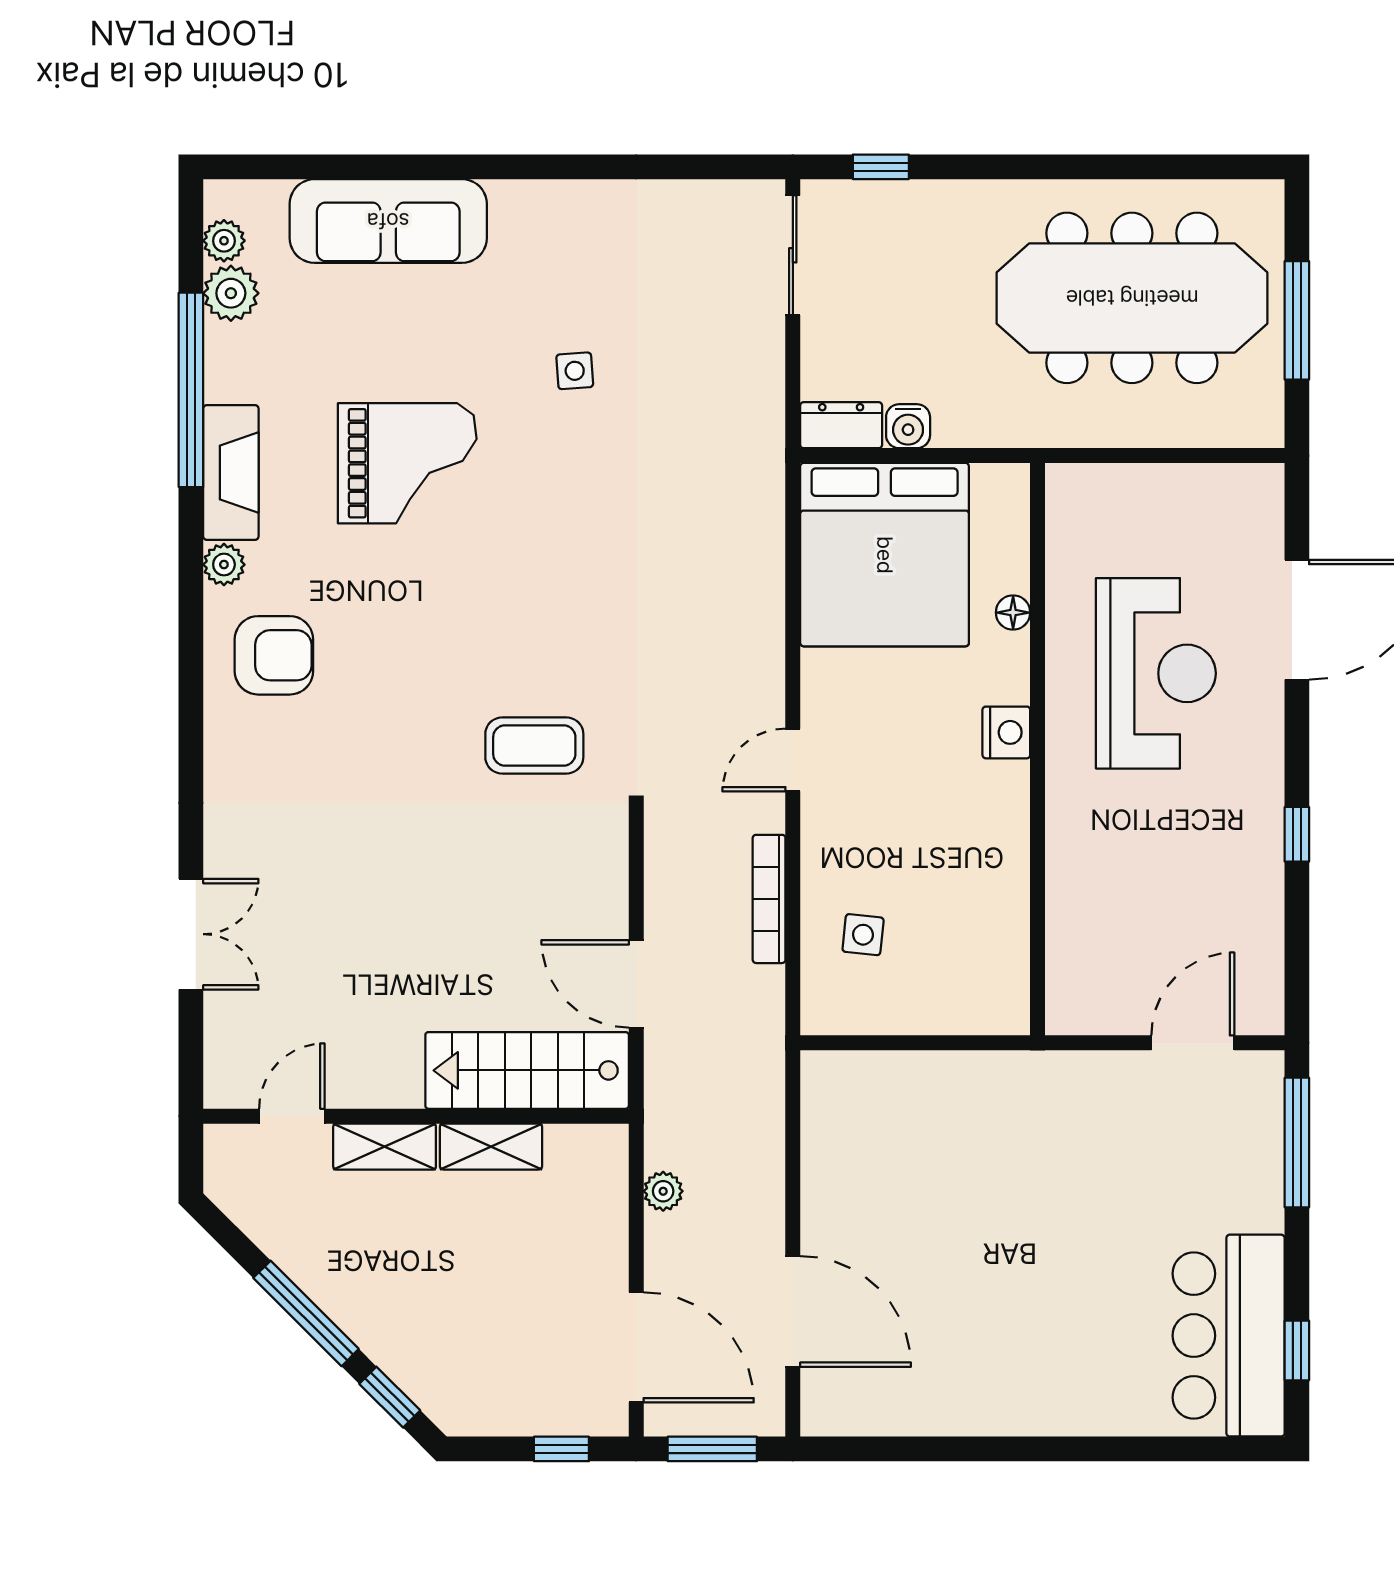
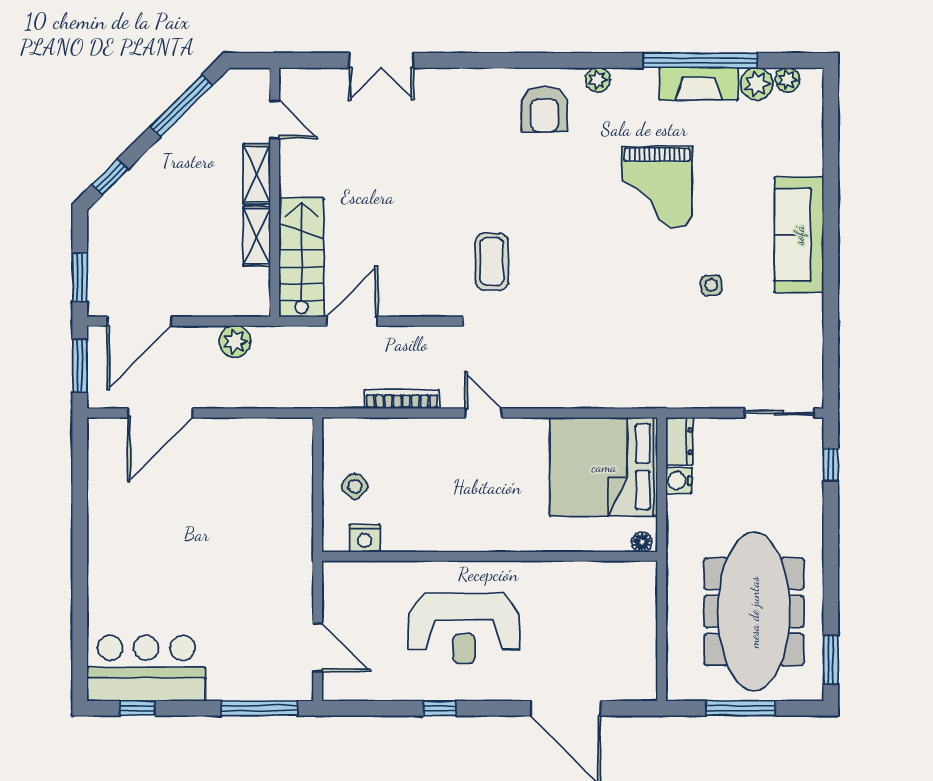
window: (1213, 167) -> (831, 659), added
sofa: (388, 221) -> (799, 235), moved
fireplace: (231, 472) -> (699, 84), moved
floor lamp: (1013, 613) -> (642, 542), moved
reception desk: (1156, 673) -> (464, 628), moved
nightstand: (1006, 732) -> (365, 538), moved
side table: (863, 935) -> (355, 486), moved, turned 38
plant: (663, 1191) -> (235, 341), width x1.38, depth x1.38
window: (306, 1313) -> (181, 106), moved
window: (561, 1449) -> (80, 277), width x1.50

